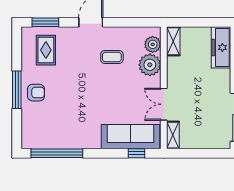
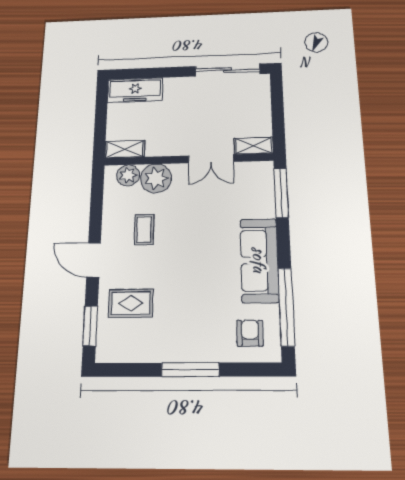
rug: (46, 50) -> (131, 303), moved
armchair: (36, 93) -> (250, 333), moved
sofa: (130, 137) -> (259, 260), moved
window: (136, 153) -> (281, 193), width x2.17

